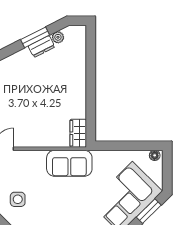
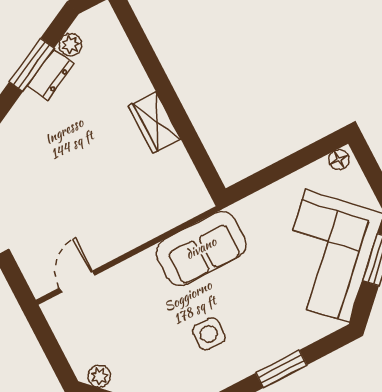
wardrobe: (78, 133) -> (155, 122), moved
side table: (18, 199) -> (209, 334), moved

